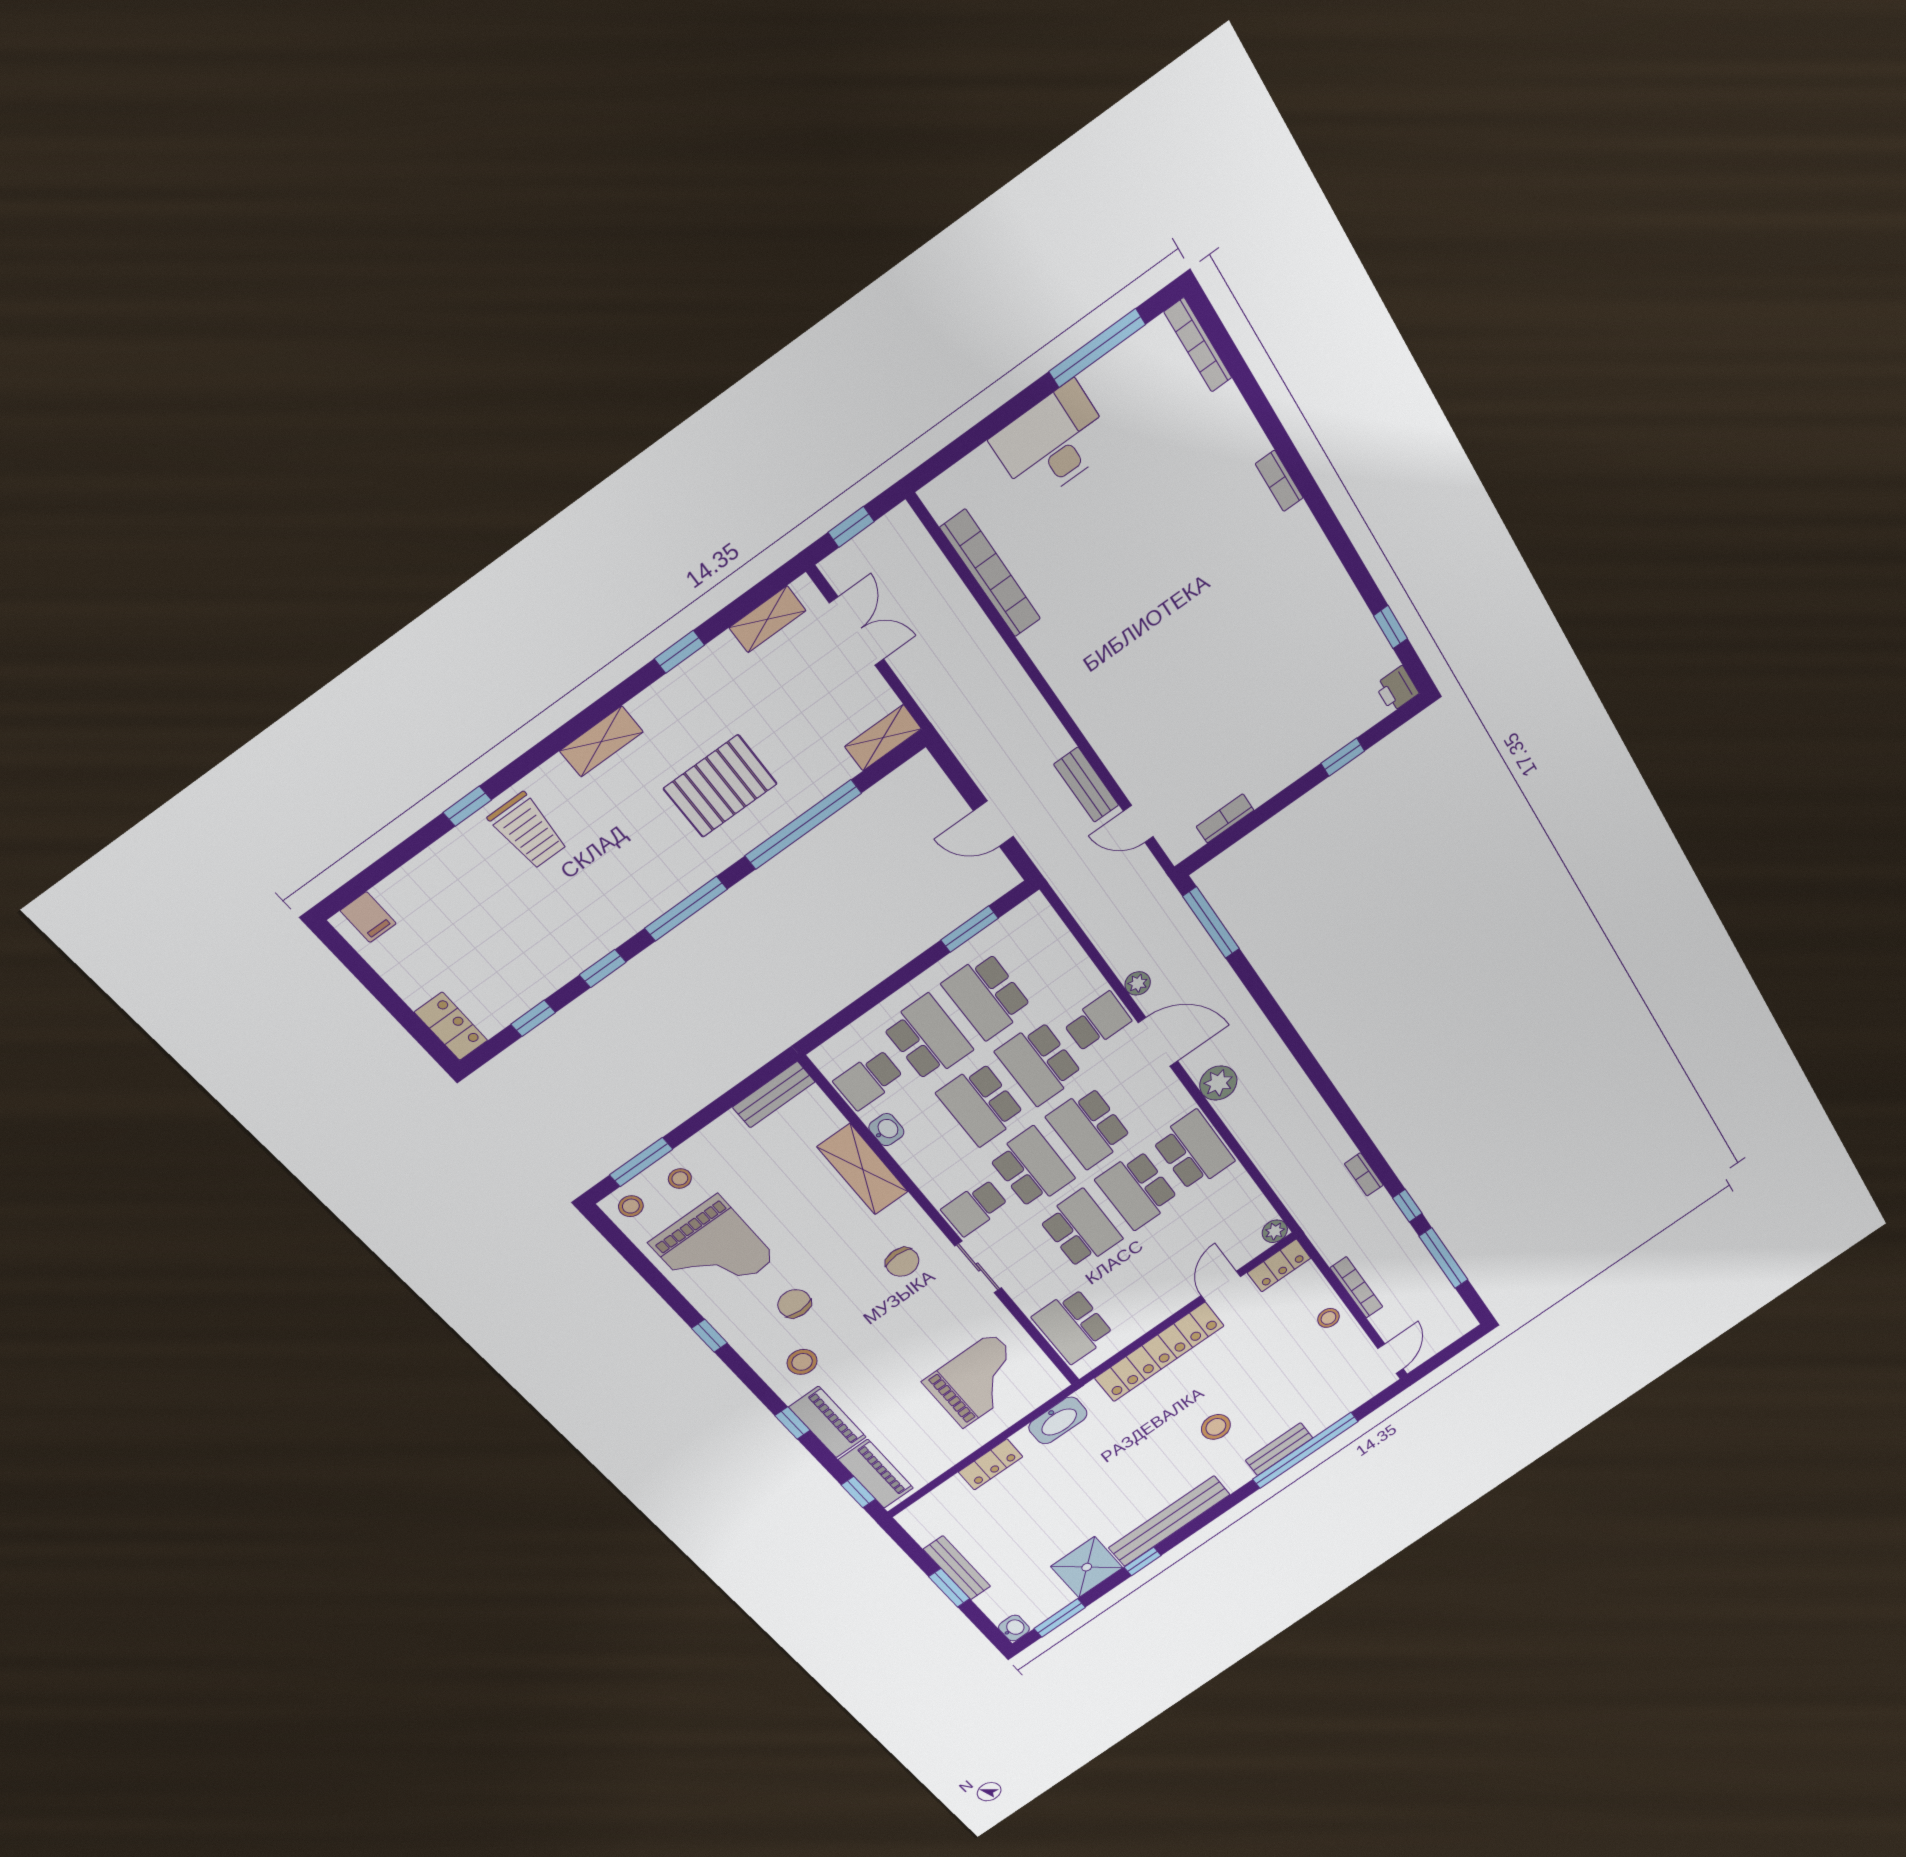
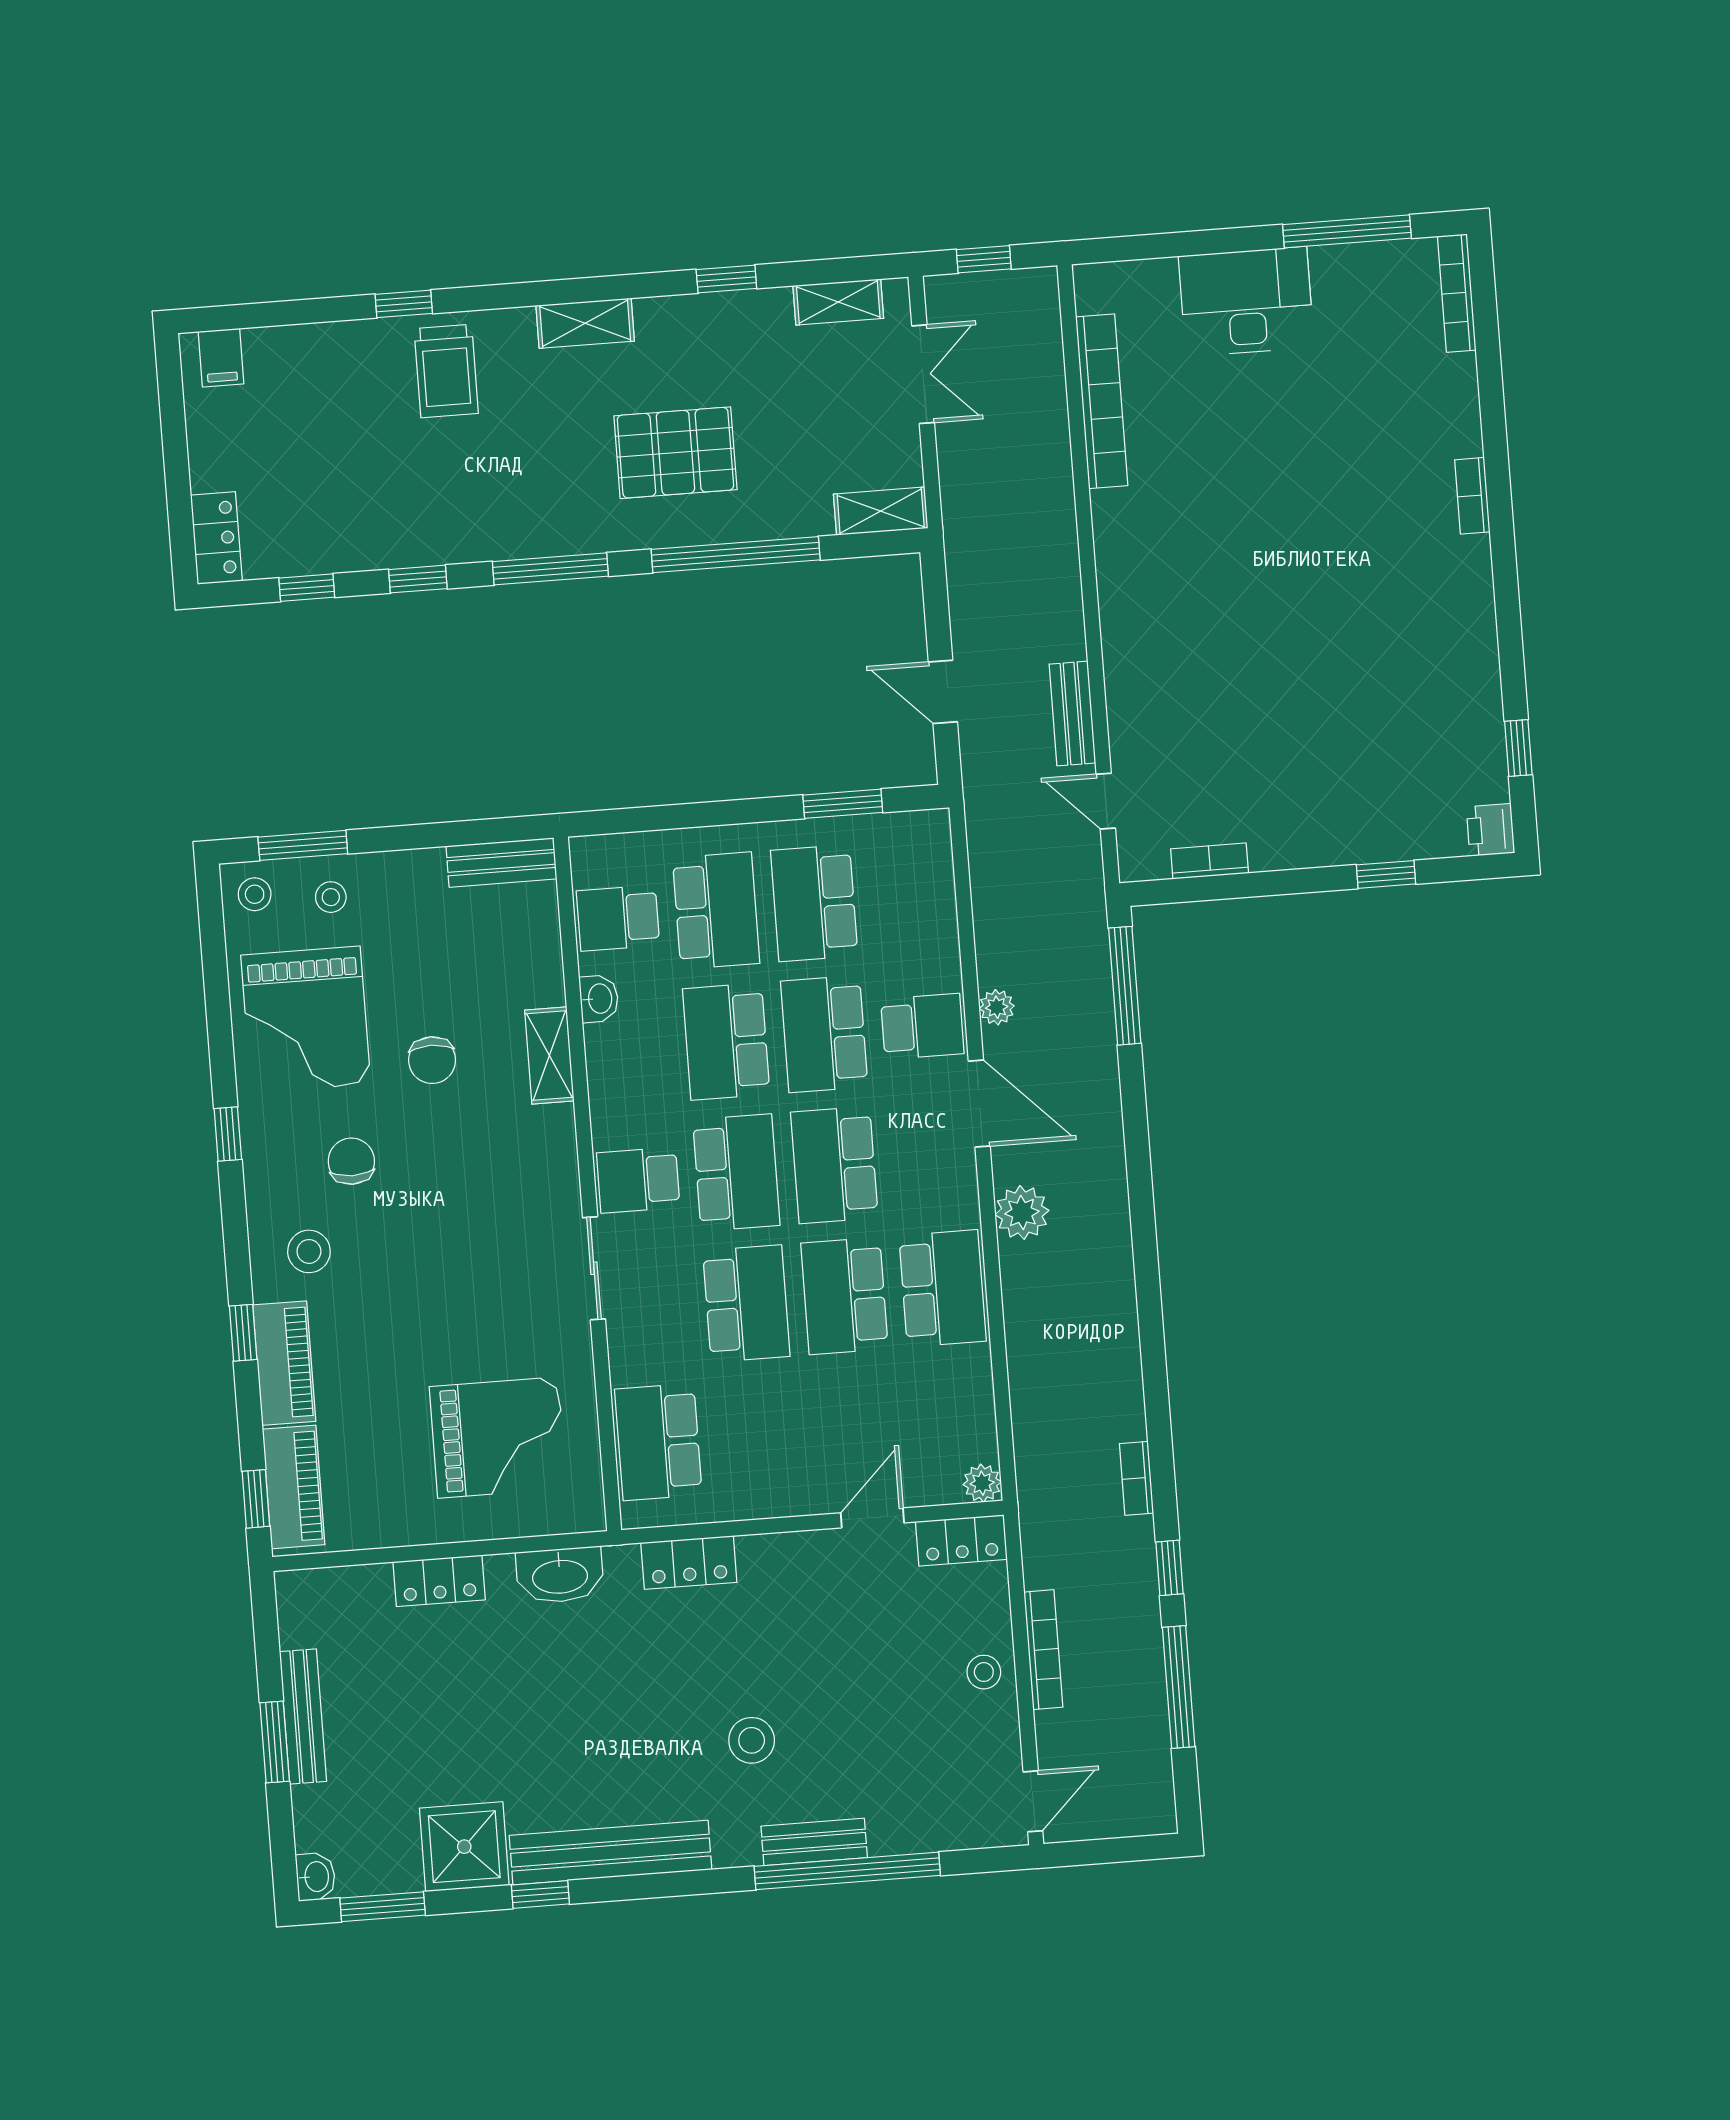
shelving: (863, 1169) -> (549, 1056), width x0.67, depth x0.75
chair: (902, 1262) -> (432, 1060), moved
locker: (1159, 1352) -> (689, 1563), width x0.46, depth x0.83

